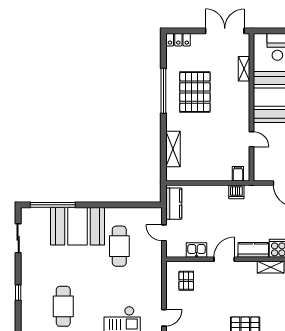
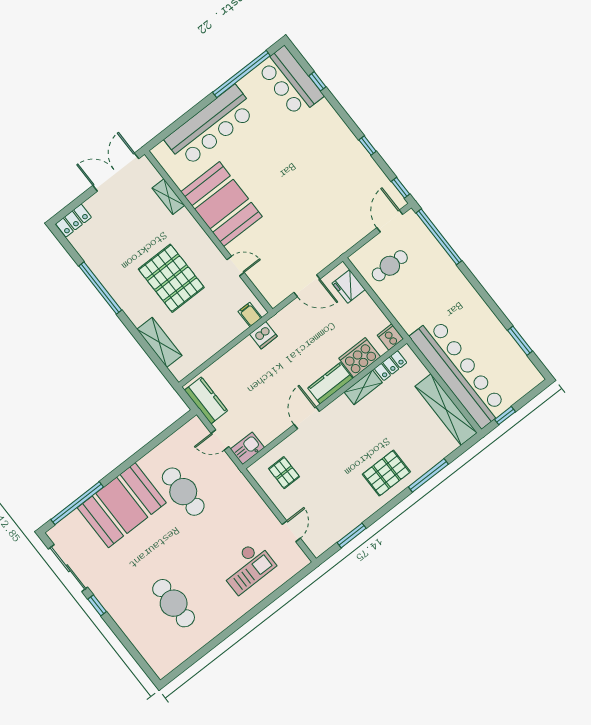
pallet: (195, 92) -> (171, 278), moved
sliding door: (18, 238) -> (68, 568), width x1.37
kitchen sink: (197, 250) -> (247, 448), moved
window: (18, 293) -> (97, 605), moved

